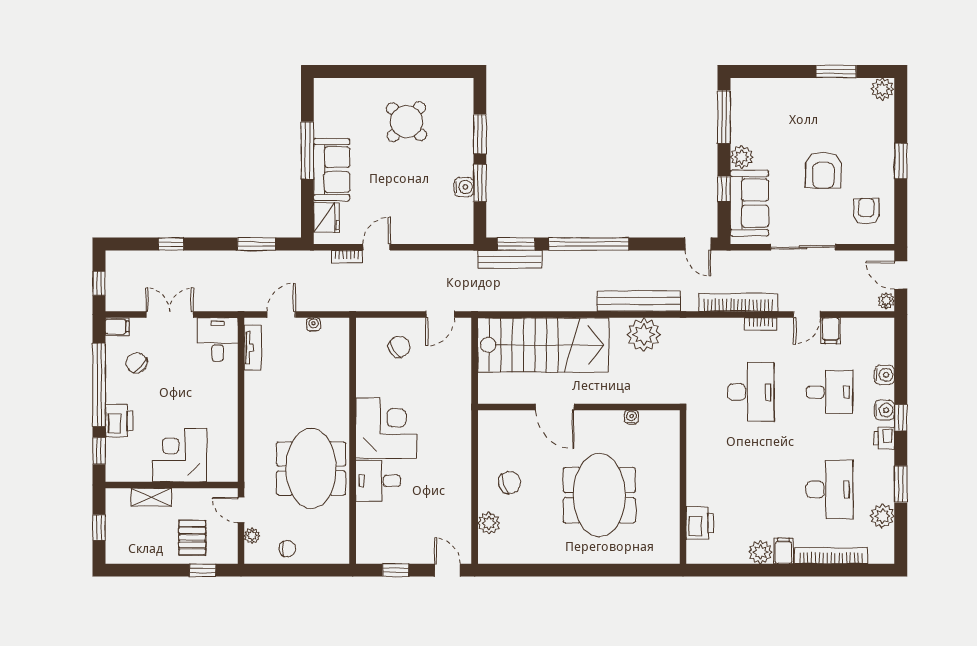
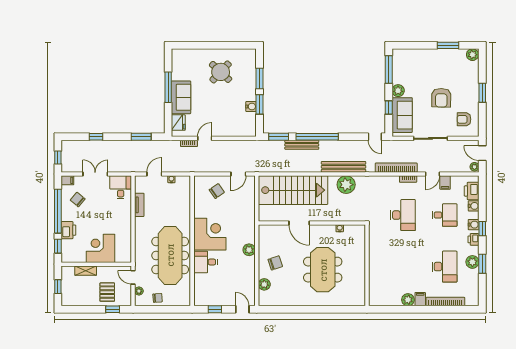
armchair: (866, 211) -> (464, 119), turned -90
bench: (510, 259) -> (302, 145), moved
tv unit: (253, 348) -> (139, 205), moved
plant: (460, 458) -> (249, 250), added
meeting table: (311, 468) -> (170, 255), width x1.36
plant: (882, 516) -> (472, 262), moved
printer: (700, 523) -> (472, 191), moved, turned 180

